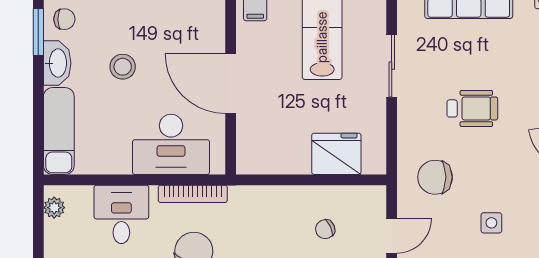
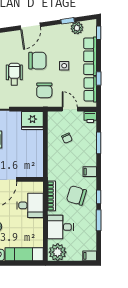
desk: (171, 144) -> (30, 205), width x0.73
fridge: (336, 154) -> (32, 121), moved, turned -90
chair: (503, 161) -> (37, 61), added
plant: (54, 208) -> (58, 252), width x1.88, depth x1.88

